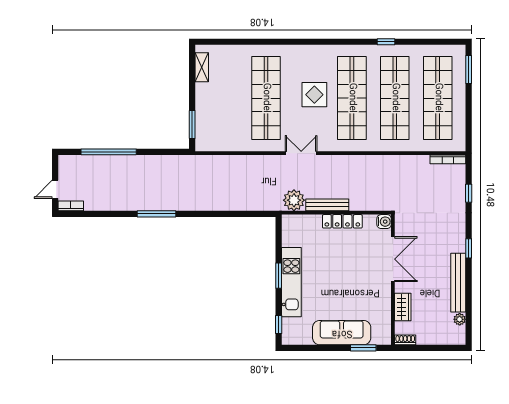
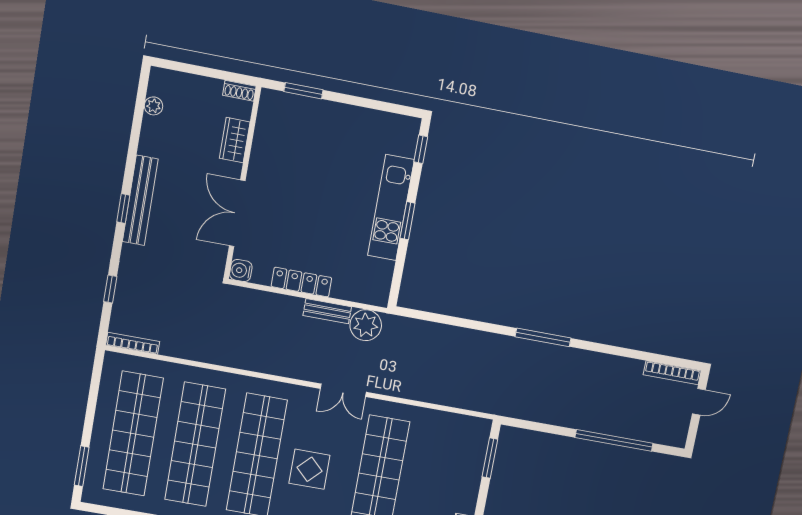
bench: (327, 205) -> (327, 311), width x0.73
bookcase: (71, 206) -> (672, 373), width x1.56
window: (157, 214) -> (543, 337), moved
bench: (458, 283) -> (140, 200), moved
sofa: (342, 333) -> (331, 120), removed

